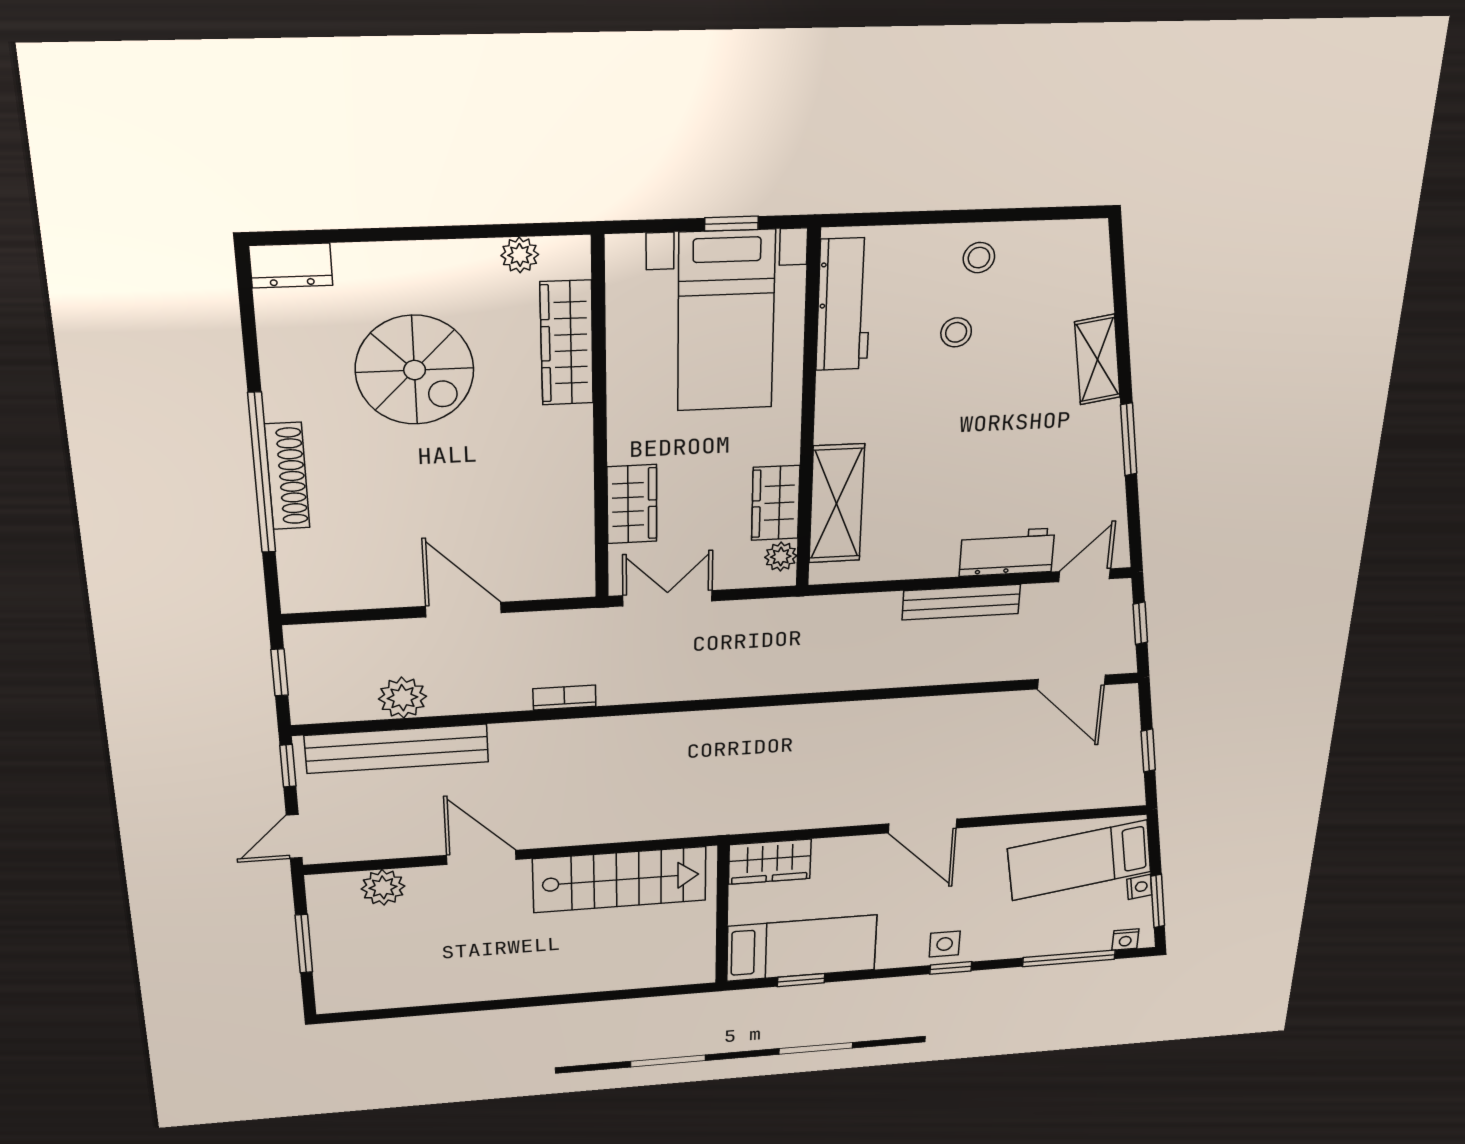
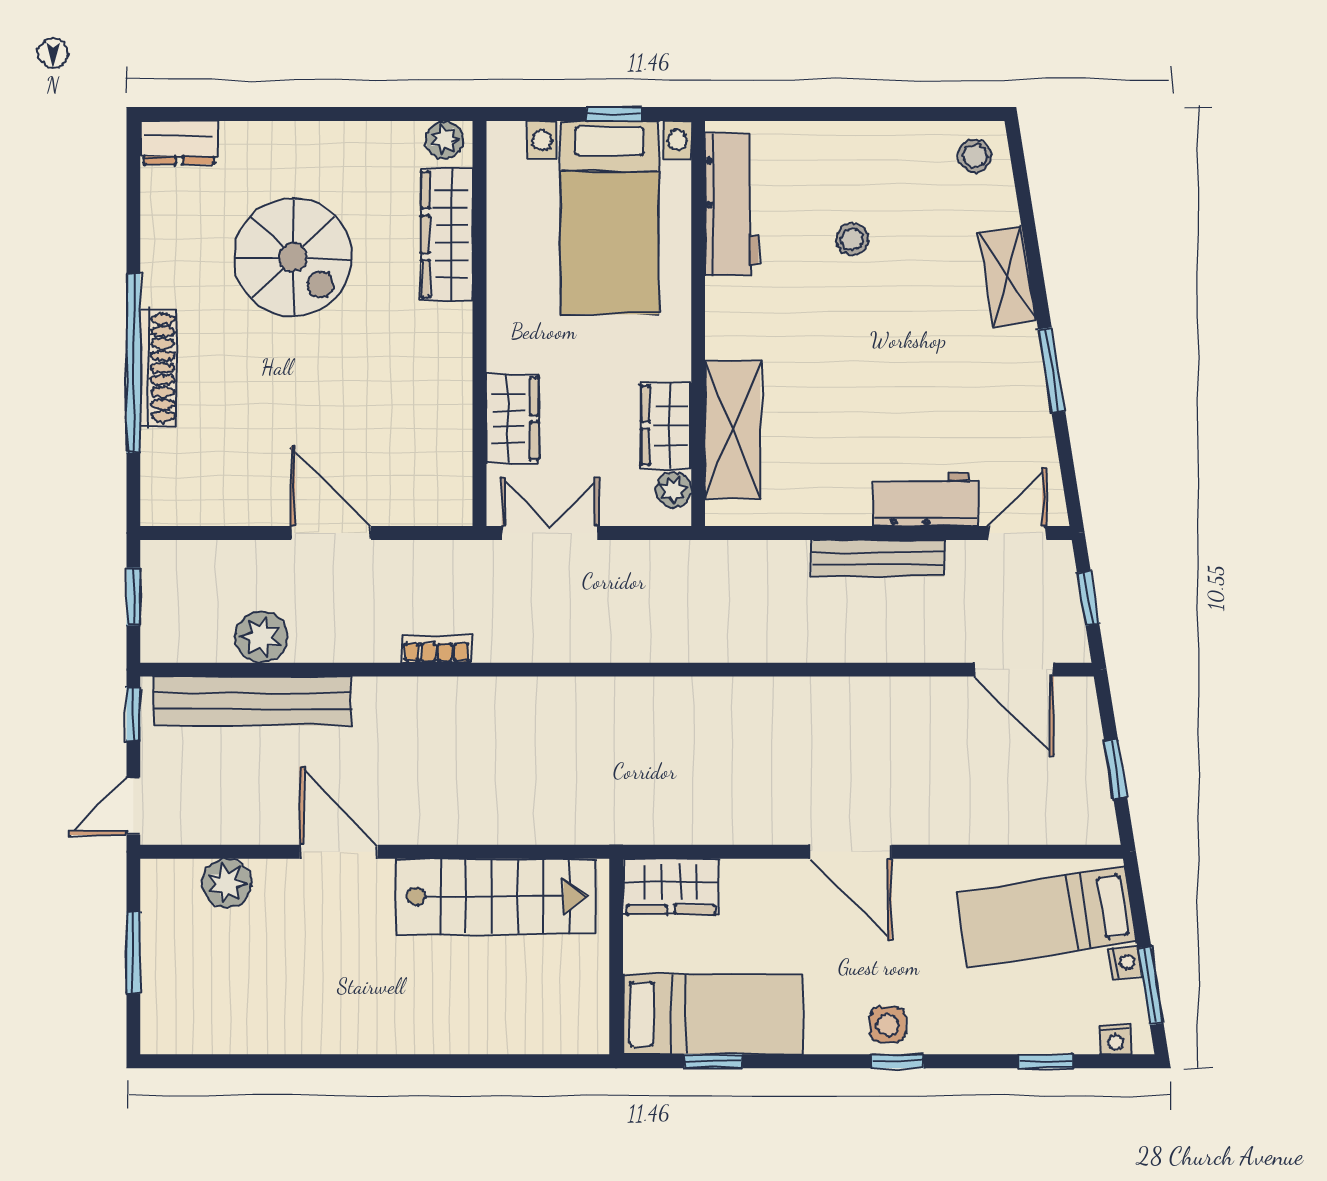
plant: (520, 255) -> (444, 140), moved
stool: (979, 258) -> (975, 156), moved
window: (1069, 958) -> (1046, 1061), width x0.46

